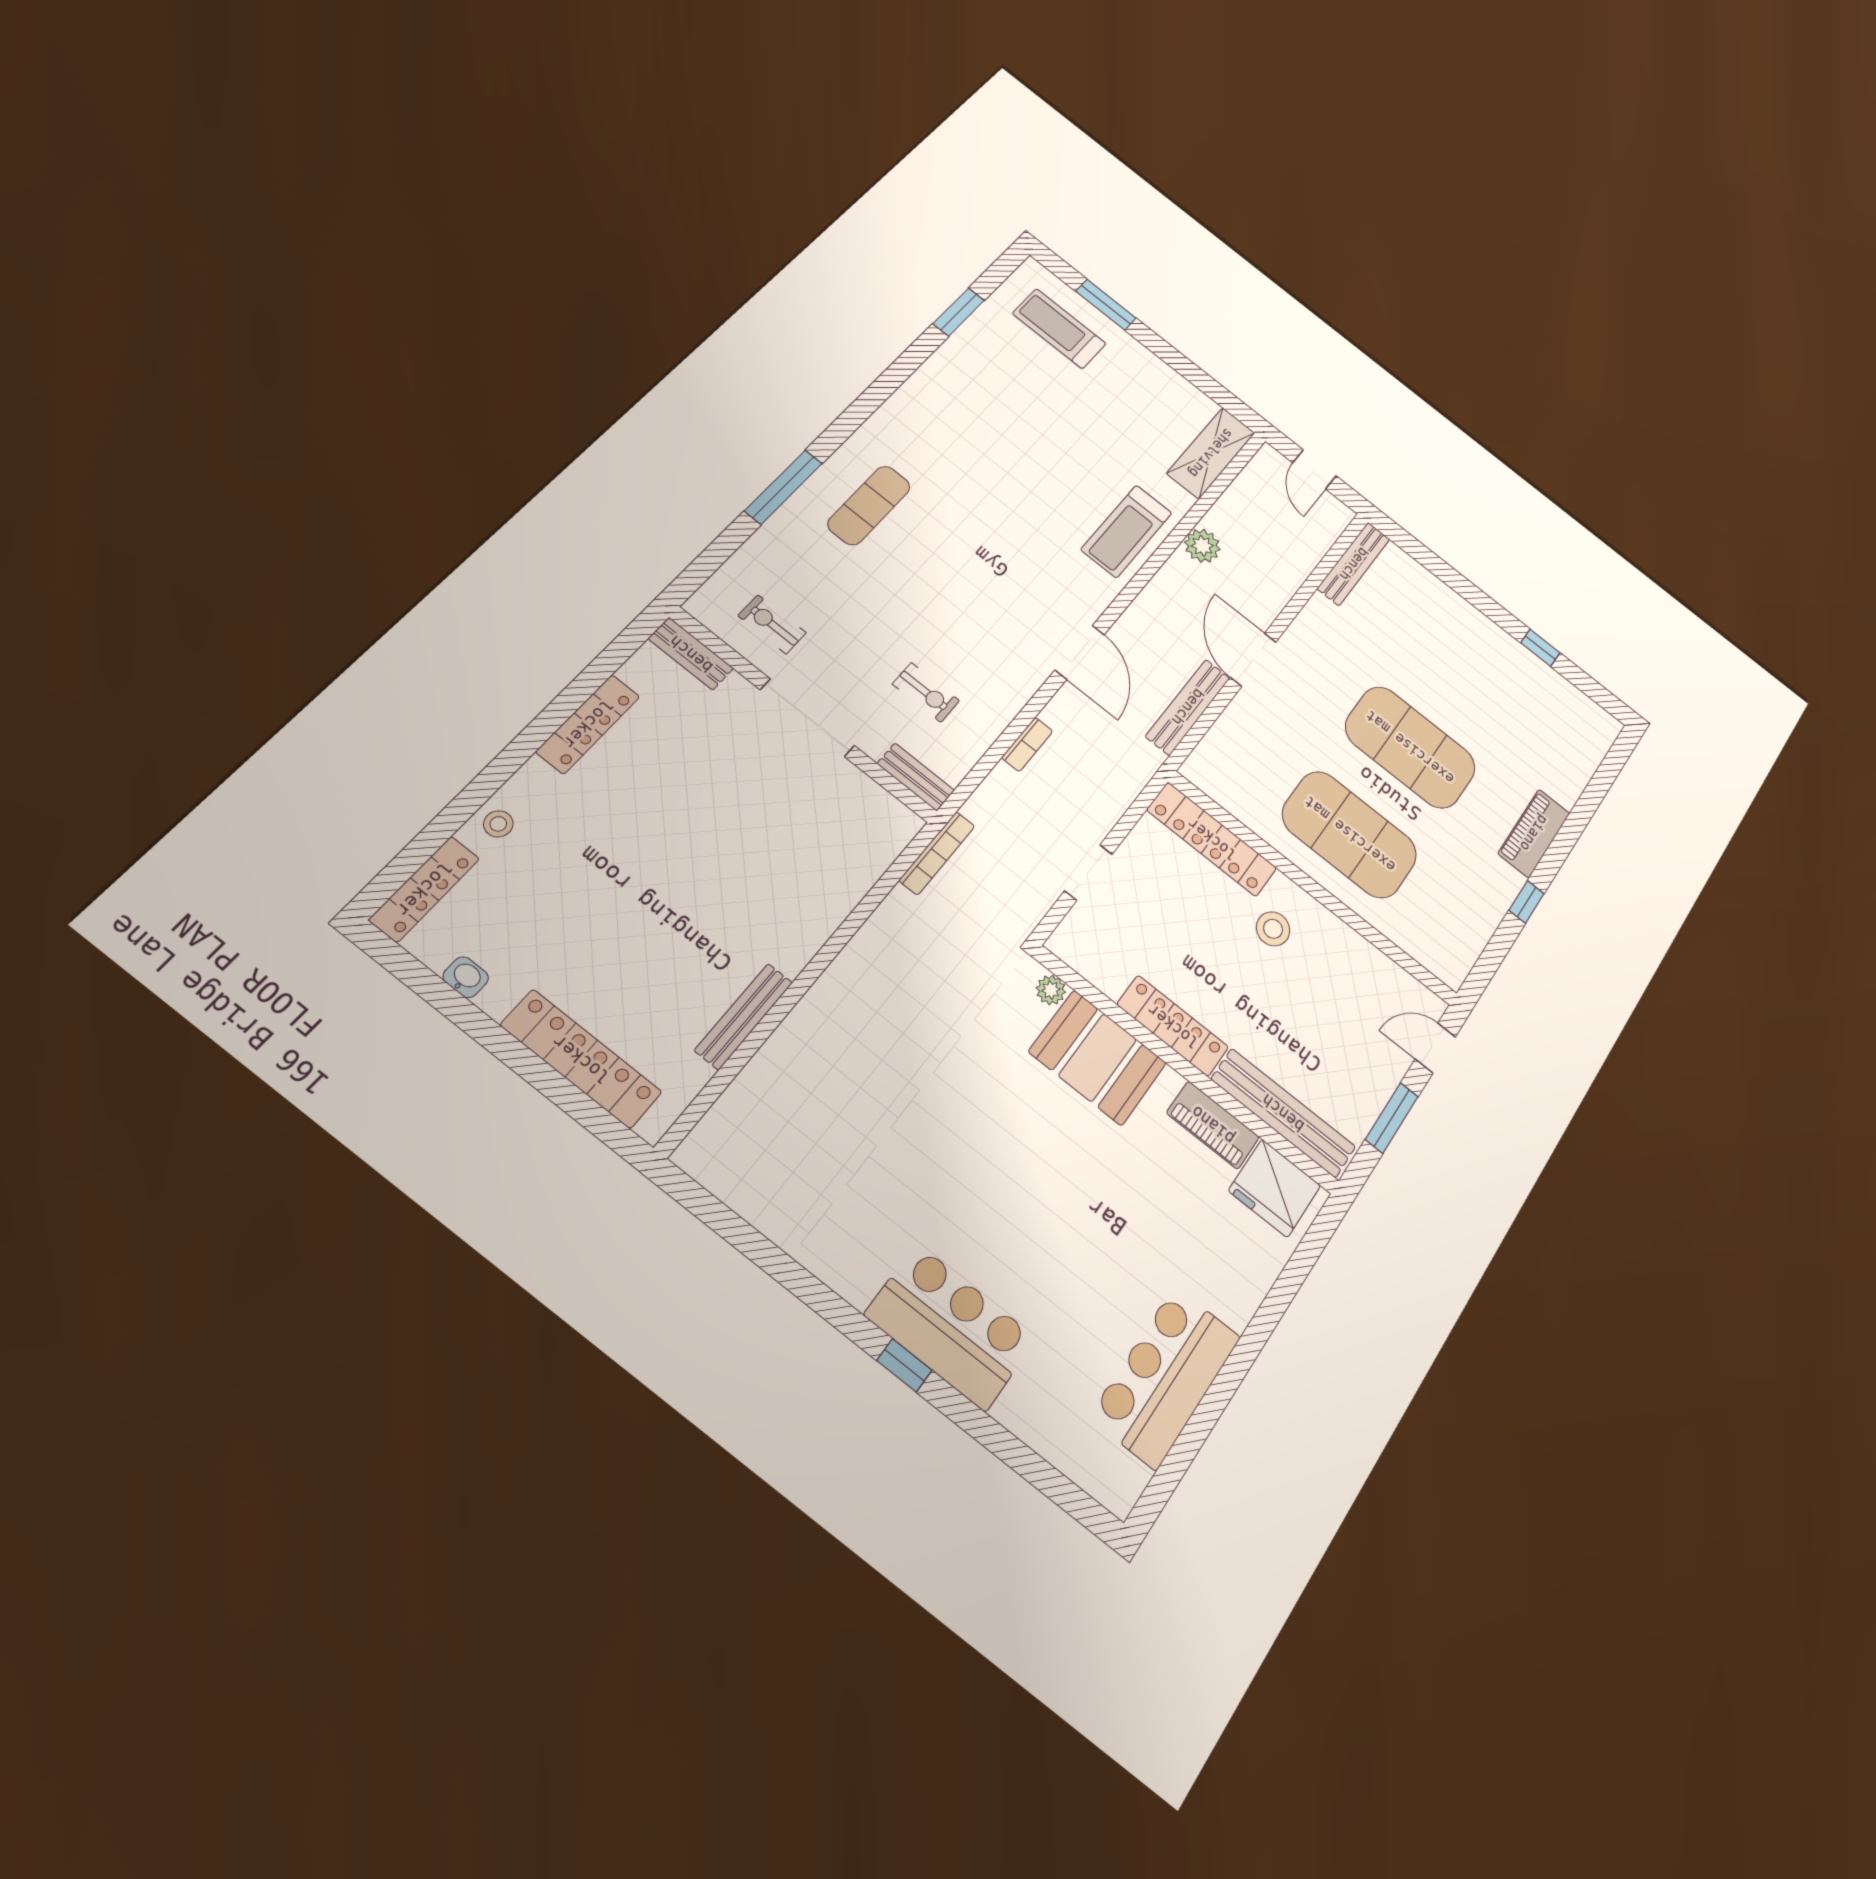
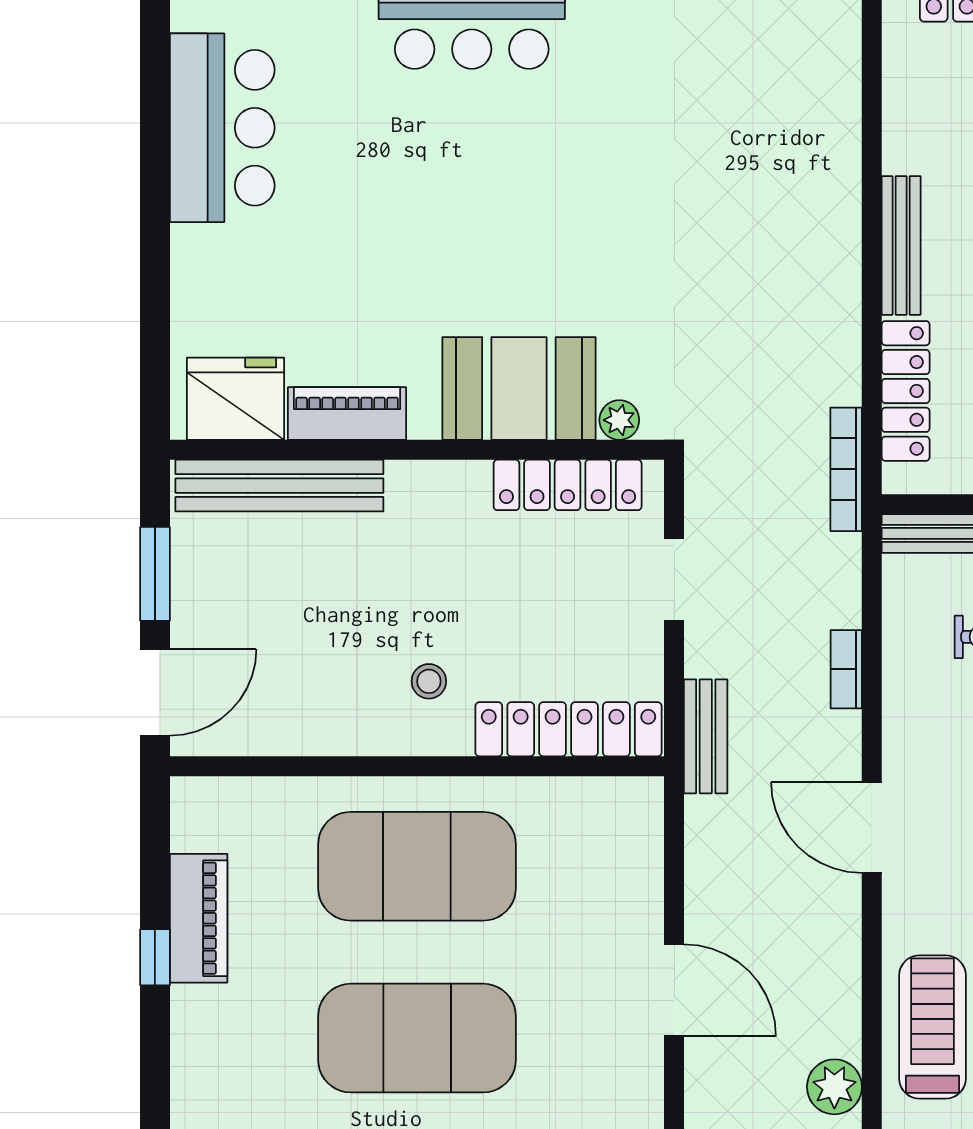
bench: (1188, 707) -> (706, 736), moved, width x0.73
piano: (1534, 833) -> (199, 918), moved
locker: (864, 869) -> (906, 391), added
stool: (1273, 929) -> (429, 681), width x0.73, depth x0.73
bench: (744, 1016) -> (901, 245), moved
locker: (1173, 1026) -> (568, 485), moved
door: (1435, 1048) -> (155, 692), width x1.38

